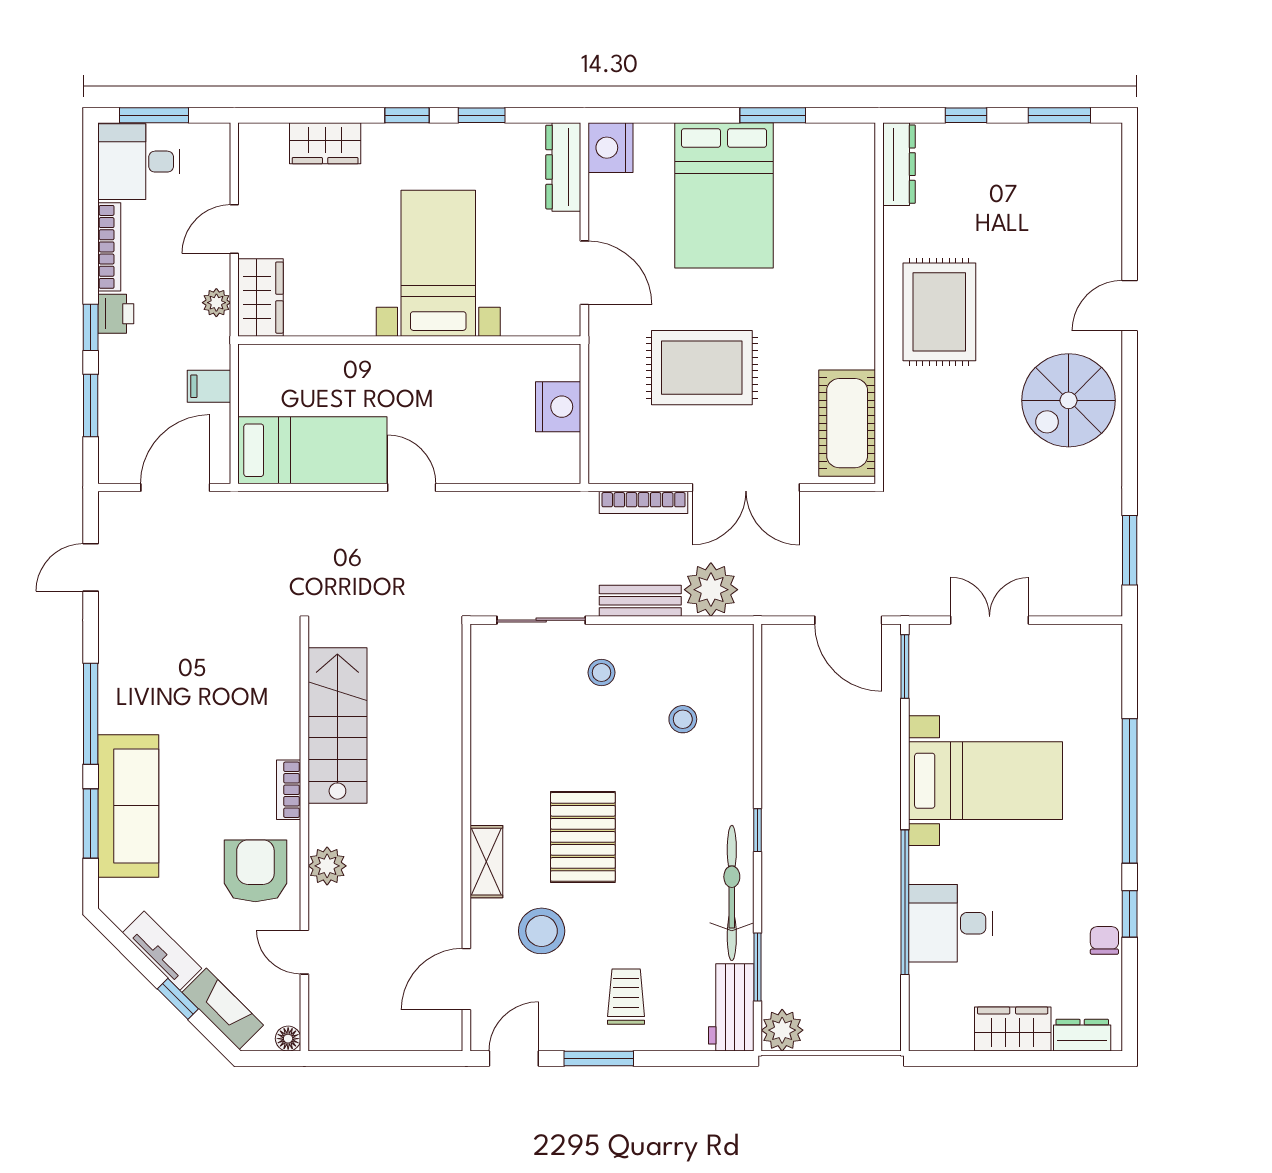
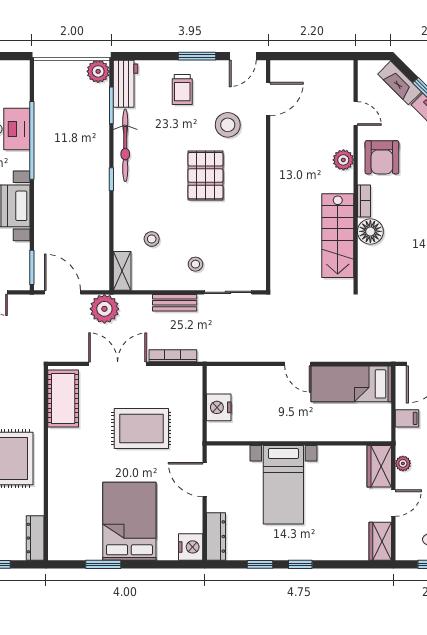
wardrobe: (325, 143) -> (380, 541), moved, turned -90
plant: (711, 590) -> (104, 309), moved
shelving: (486, 862) -> (122, 271), moved
floor lamp: (288, 1039) -> (370, 231), moved, width x1.89, depth x1.89

